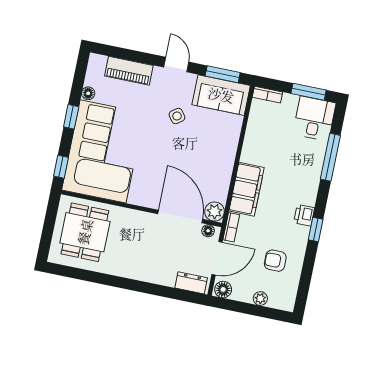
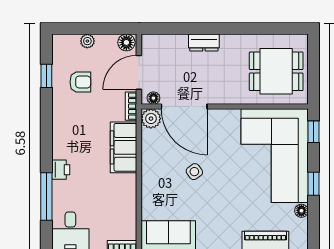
side table: (177, 116) -> (194, 172), moved
printer: (304, 215) -> (61, 170), moved
window: (316, 229) -> (46, 76), moved
dining table: (85, 232) -> (276, 71), turned 90
dresser: (191, 283) -> (204, 43), moved

